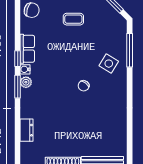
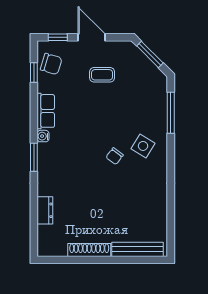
window: (18, 59) -> (34, 73), moved
side table: (109, 64) -> (143, 146), moved
plant: (26, 82) -> (44, 152), removed

